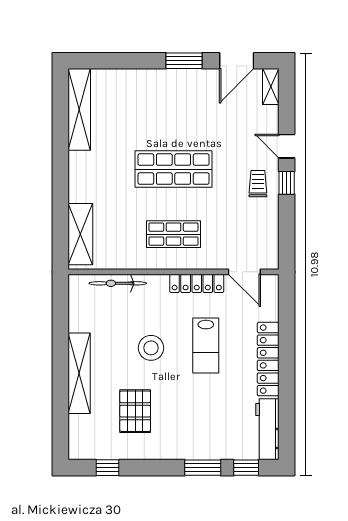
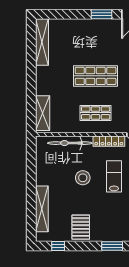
bicycle: (118, 283) -> (70, 143), width x1.37, depth x1.40
lab bench: (206, 346) -> (114, 176), turned 180
shelving: (79, 373) -> (42, 209), moved
pallet: (135, 411) -> (81, 227), moved

